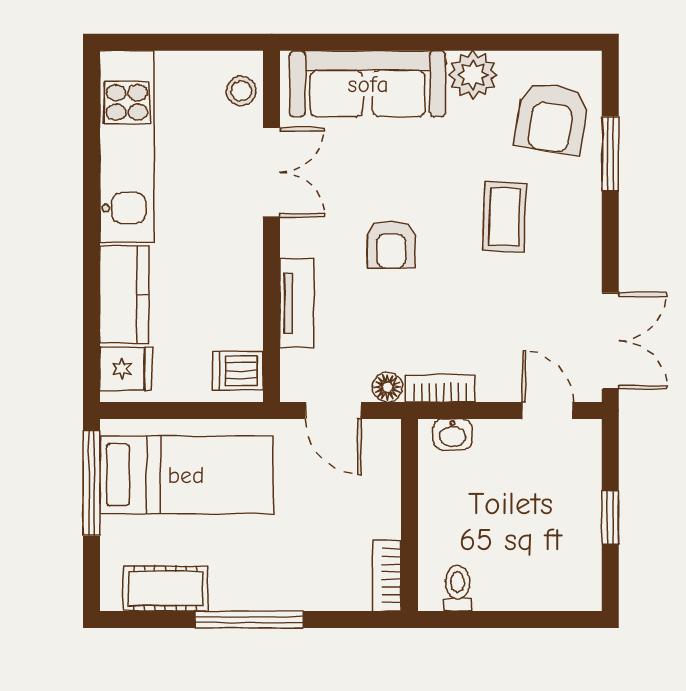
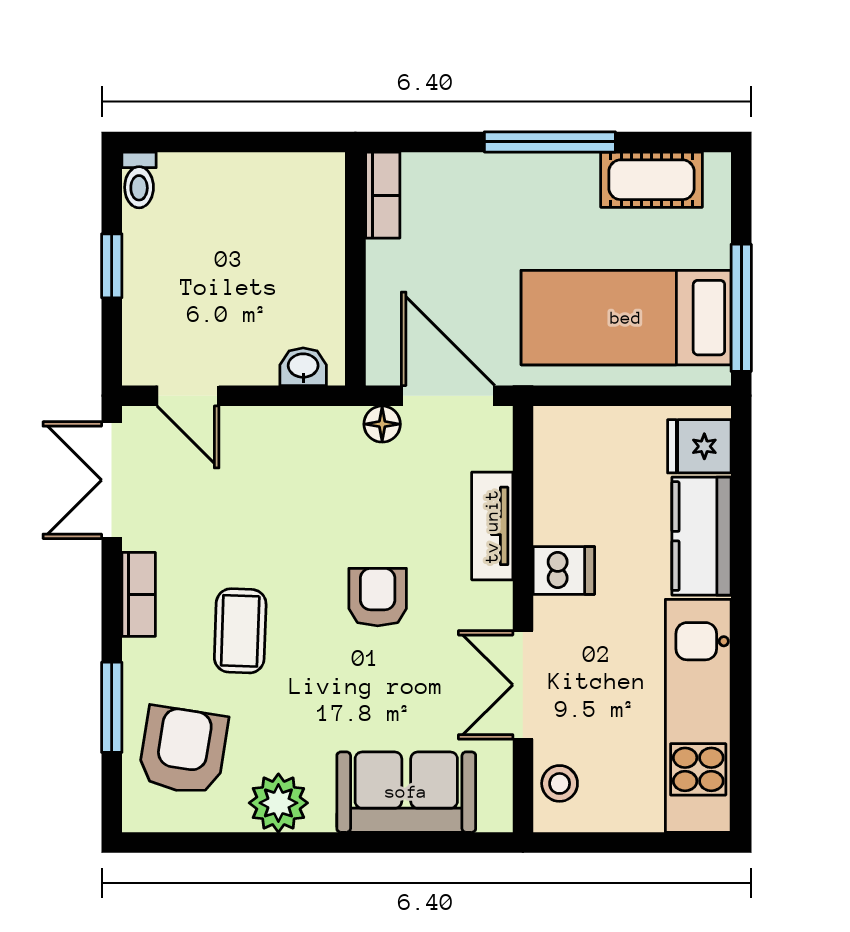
sofa: (368, 84) -> (406, 792), width x0.73
dishwasher: (238, 371) -> (564, 570), moved
bookcase: (440, 388) -> (139, 594), moved, turned -90
door: (333, 410) -> (448, 396), width x1.38
toilet: (458, 588) -> (139, 180), moved

